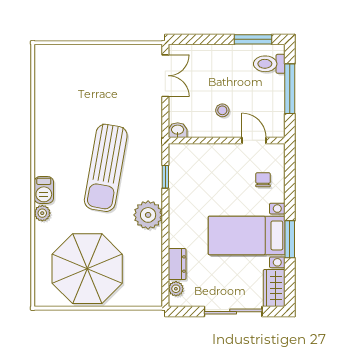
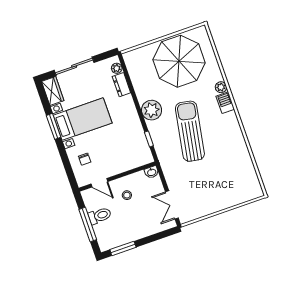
toilet: (269, 64) -> (100, 216), moved

